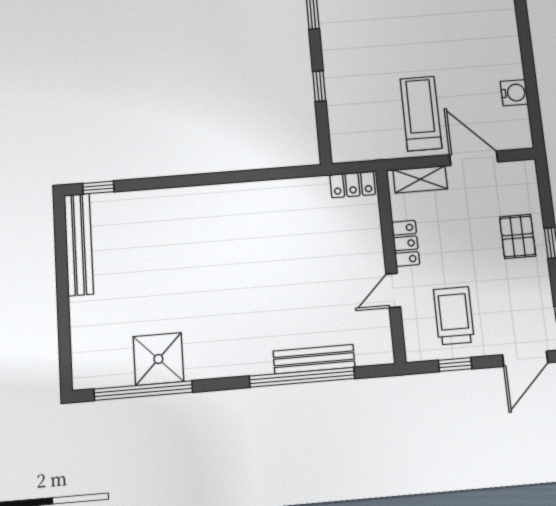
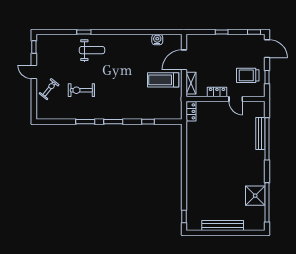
pallet: (518, 236) -> (218, 46), removed
bench: (79, 244) -> (223, 225), moved

